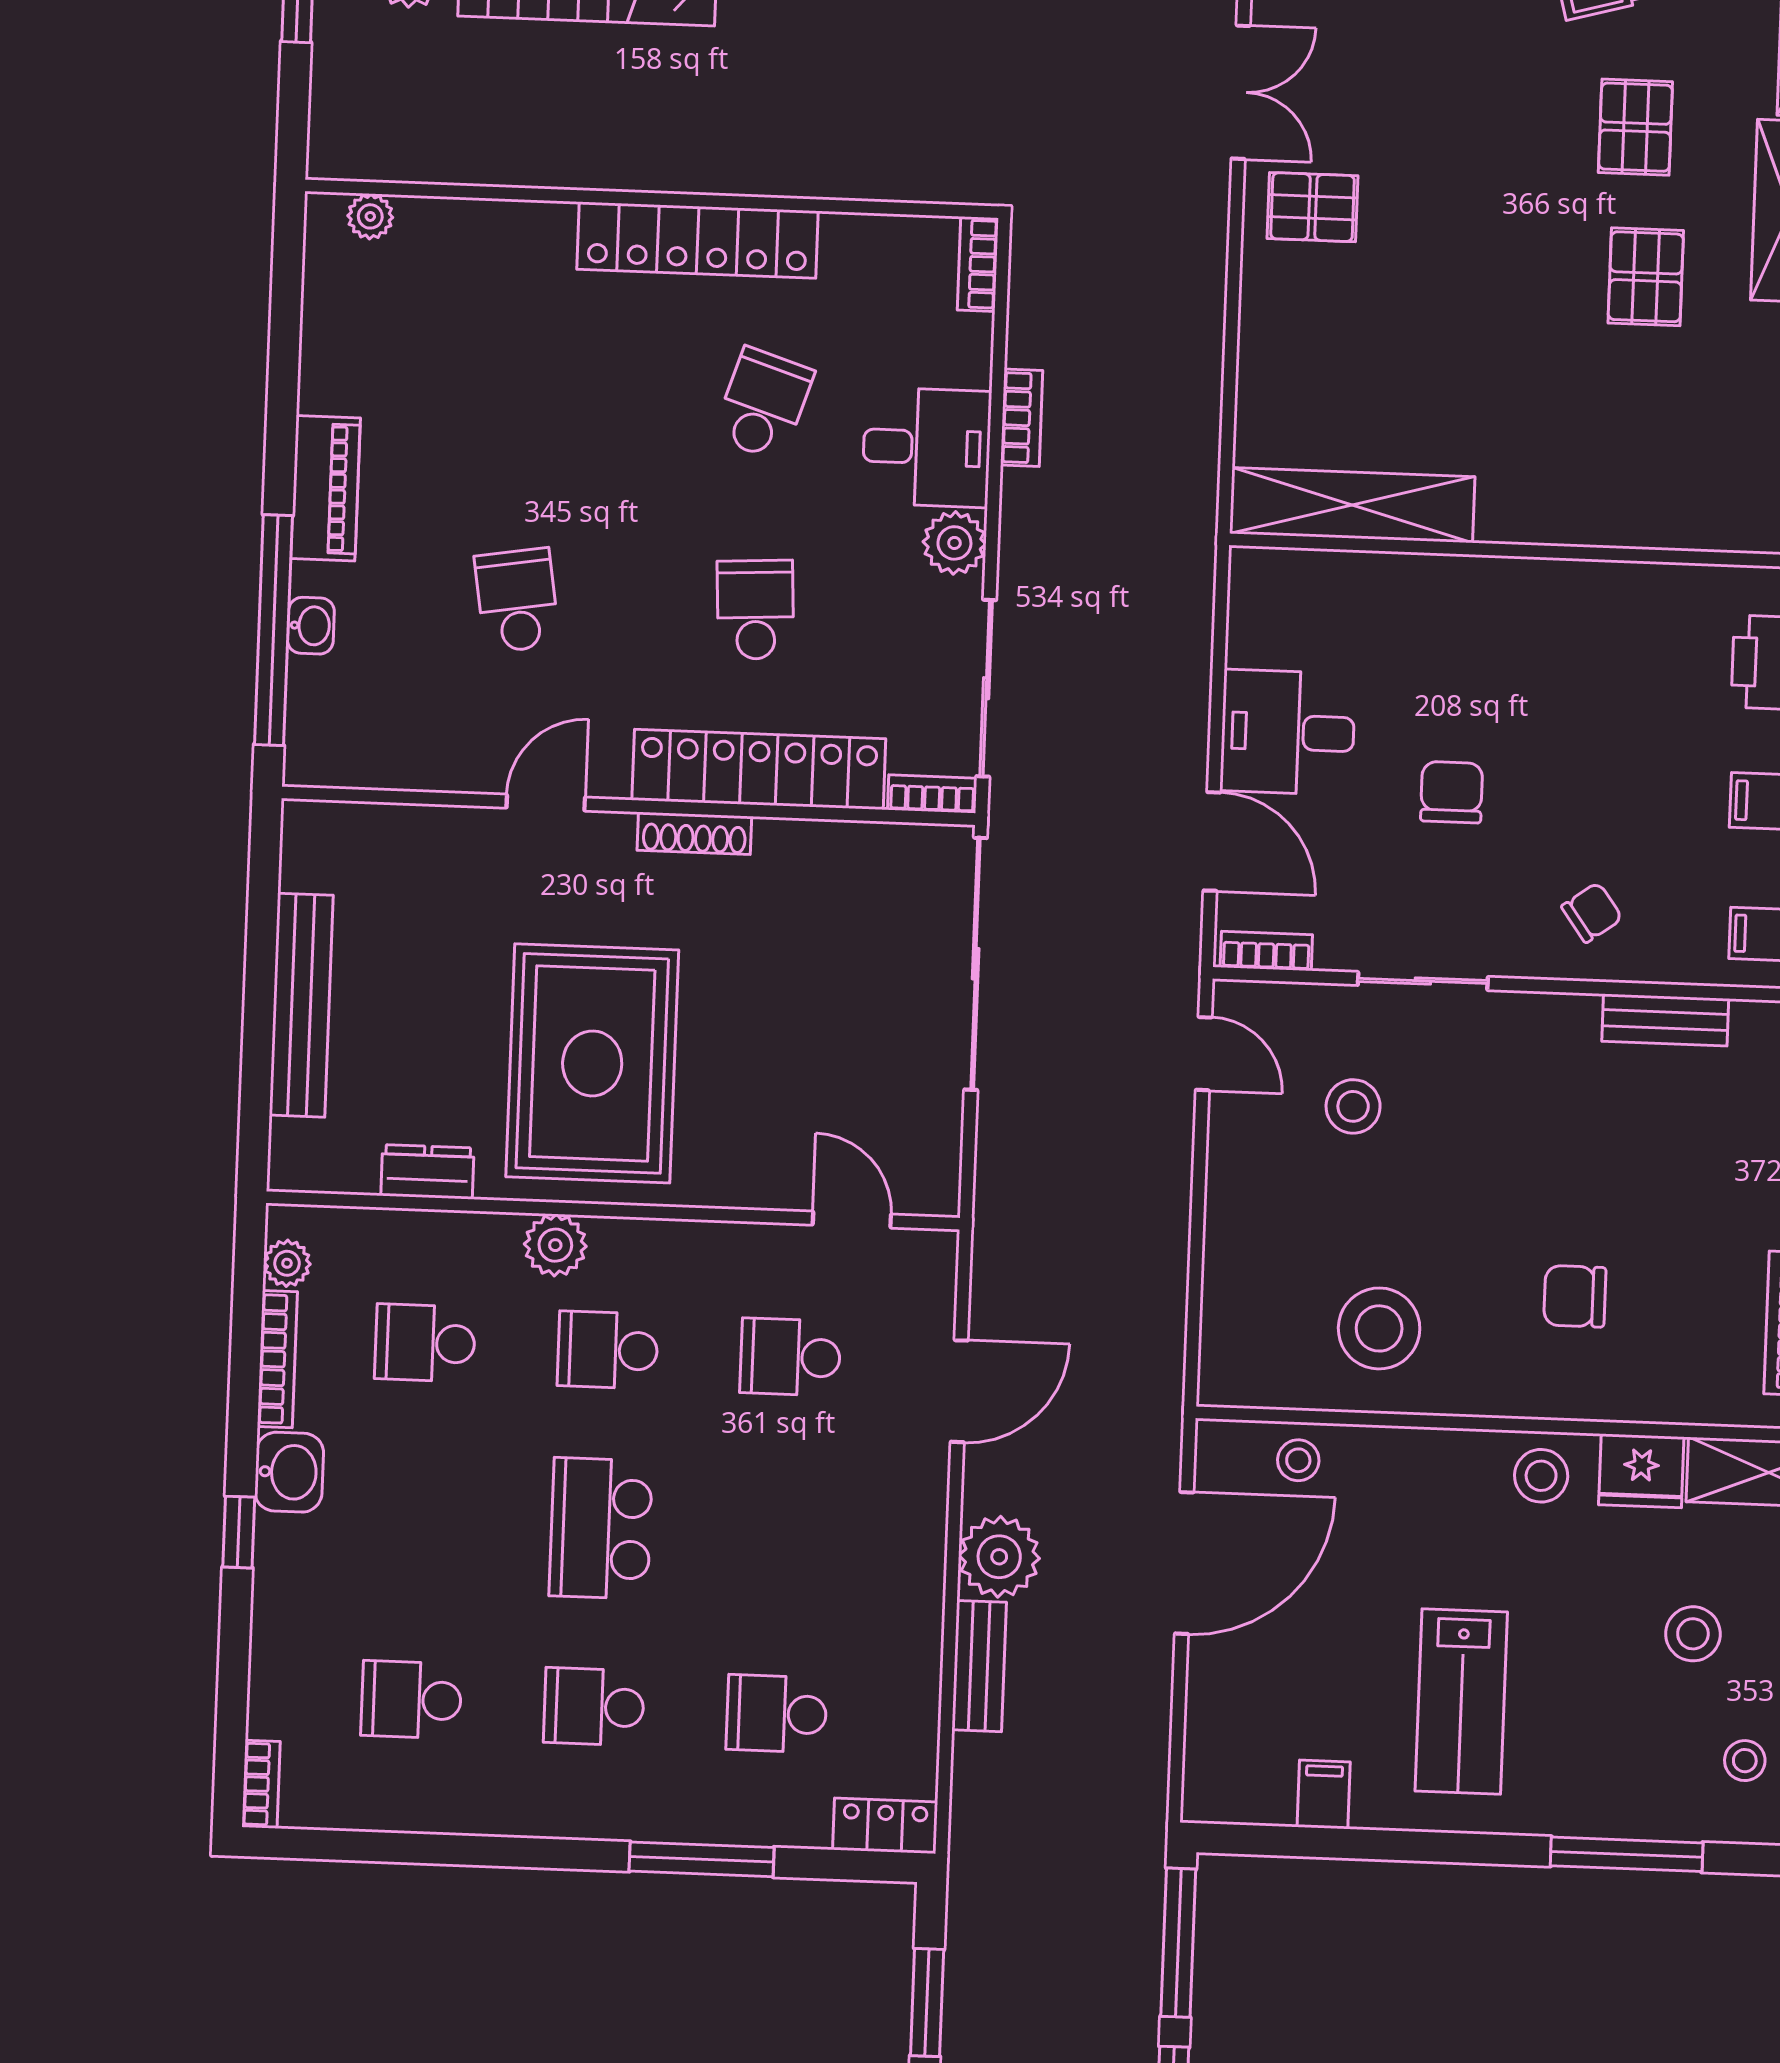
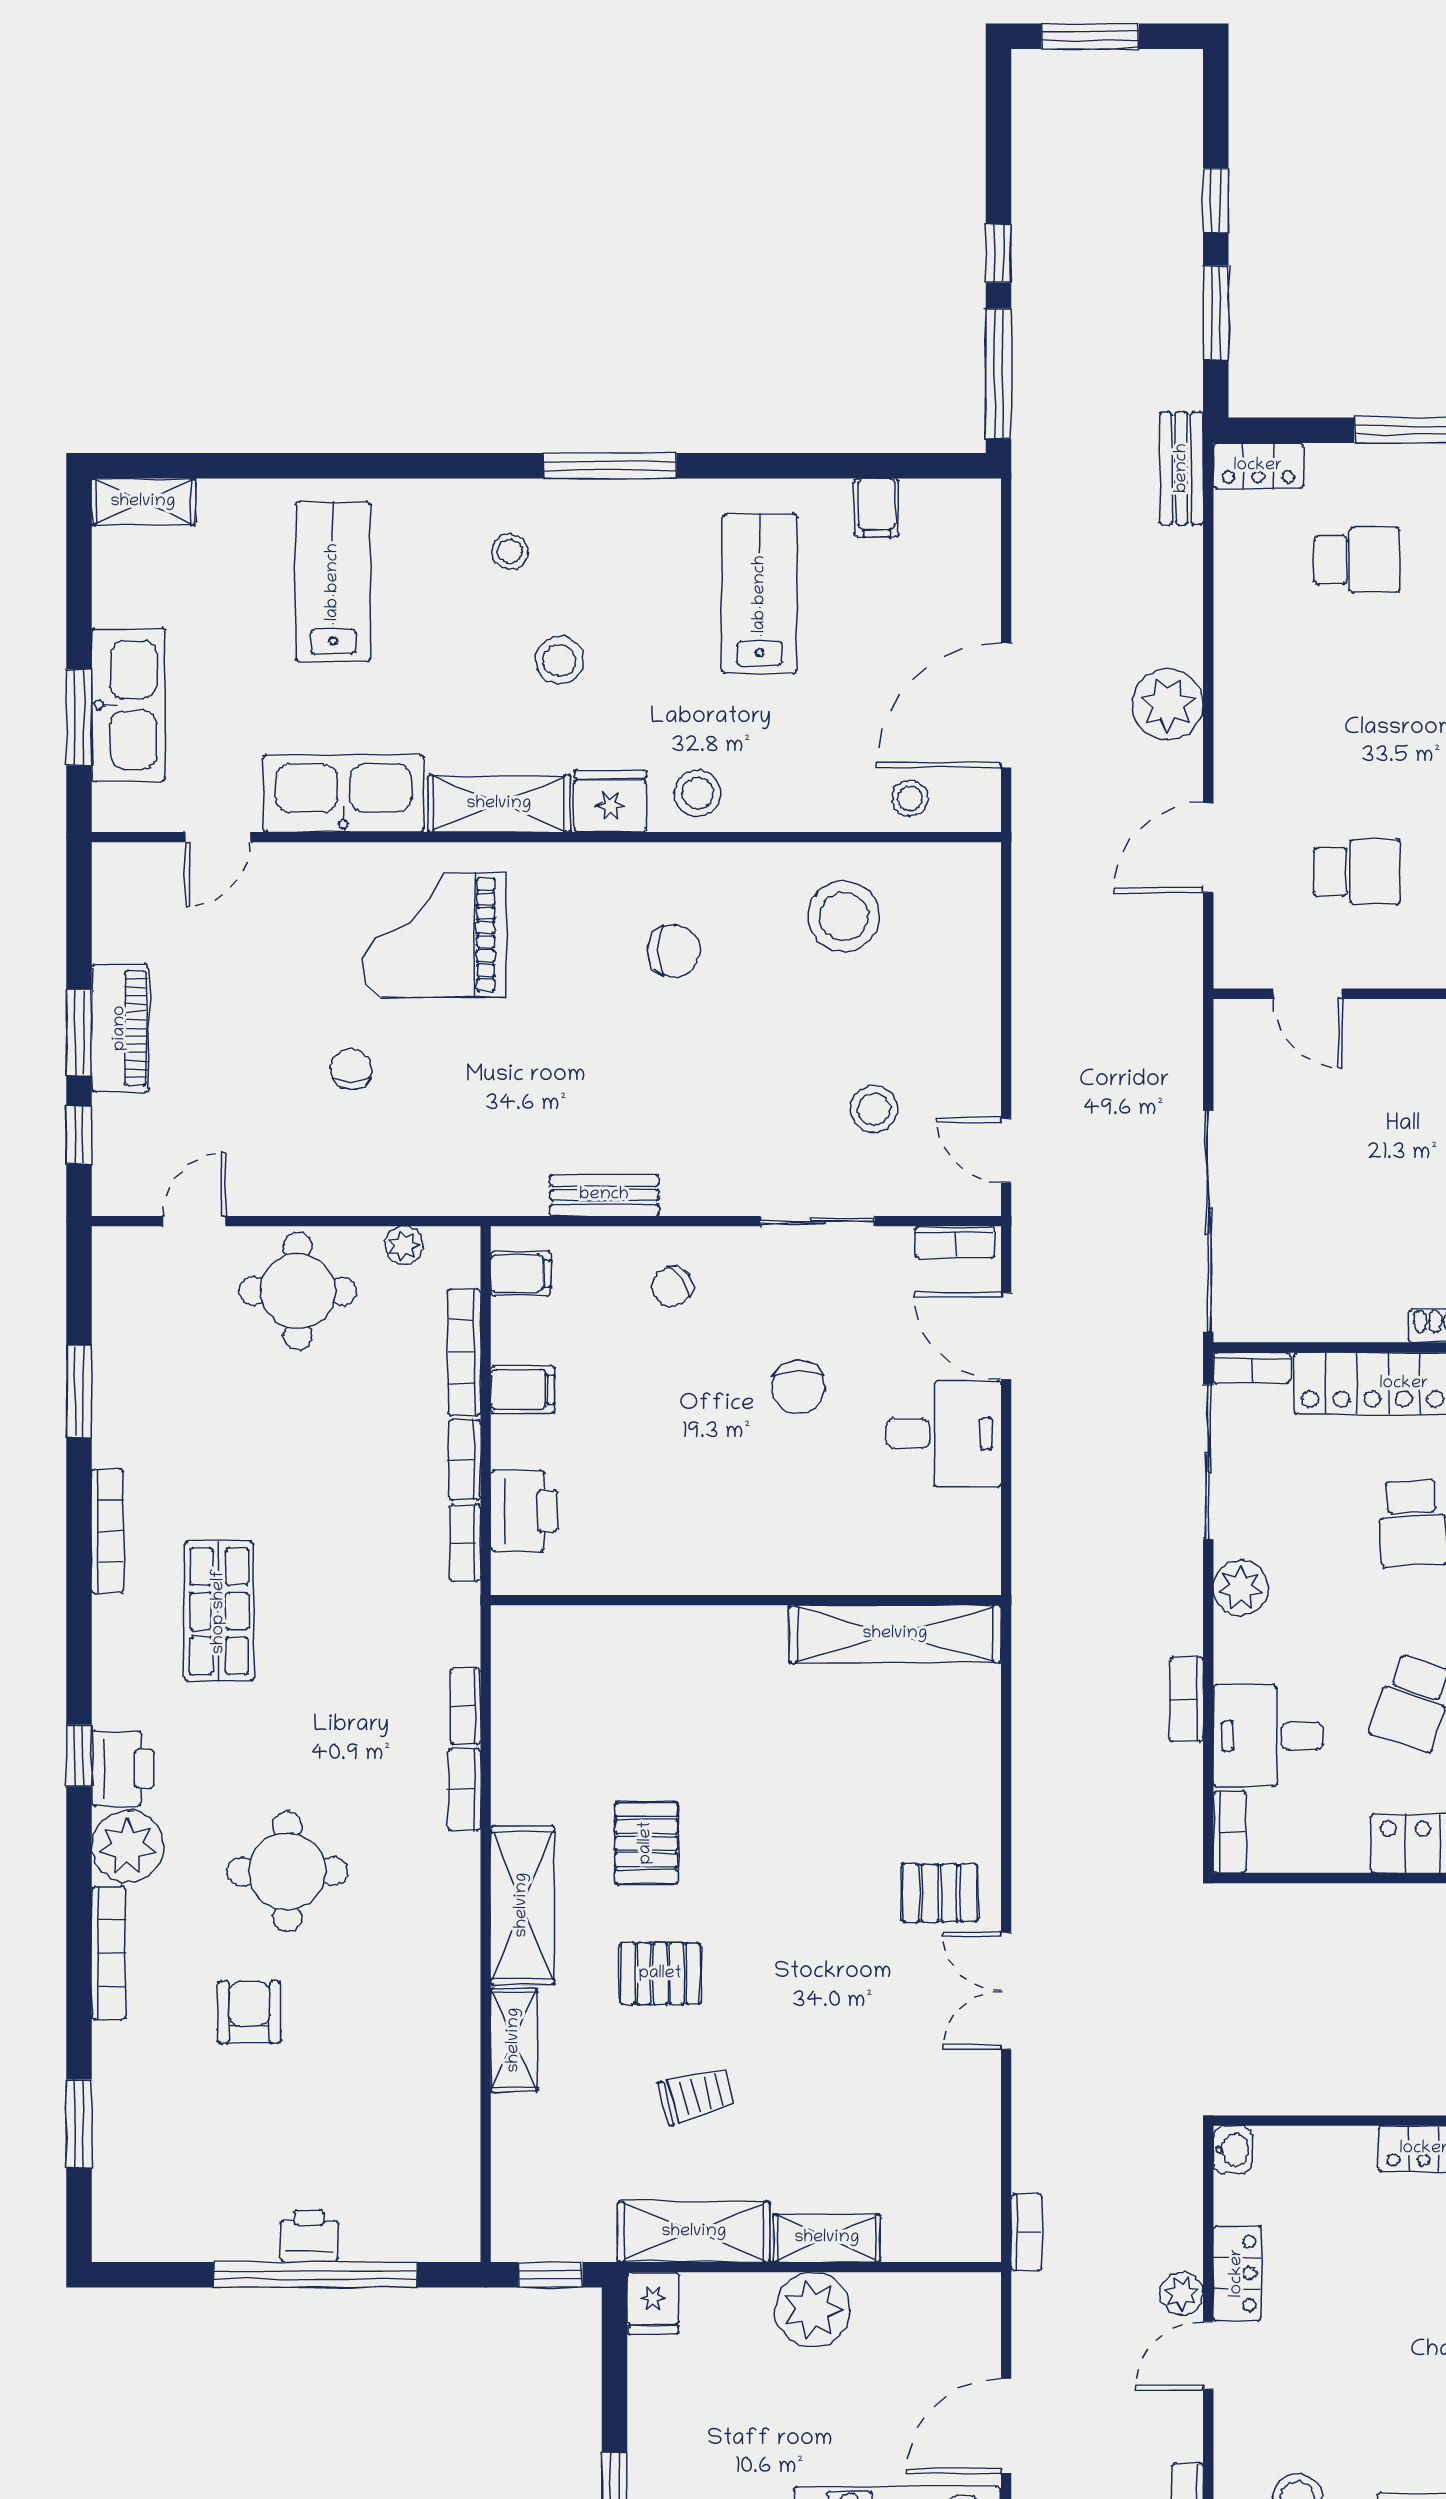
pallet: (1635, 127) -> (660, 1974), turned 90
desk: (927, 447) -> (1268, 1736), moved
bench: (979, 1666) -> (1182, 468), moved

